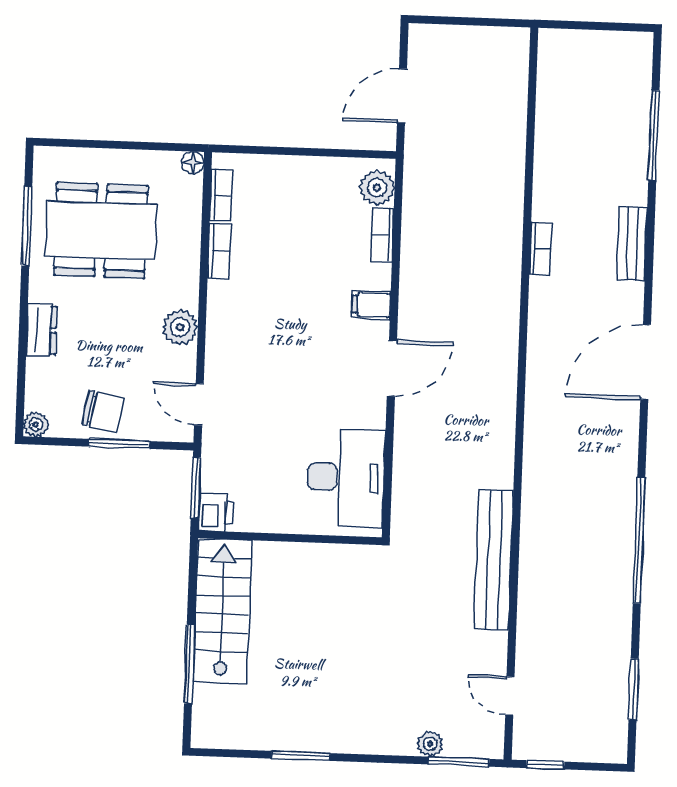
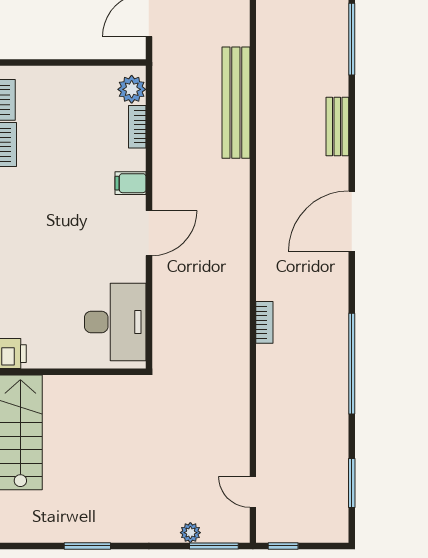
bookcase: (541, 249) -> (264, 322), moved
bench: (494, 560) -> (236, 103), moved

